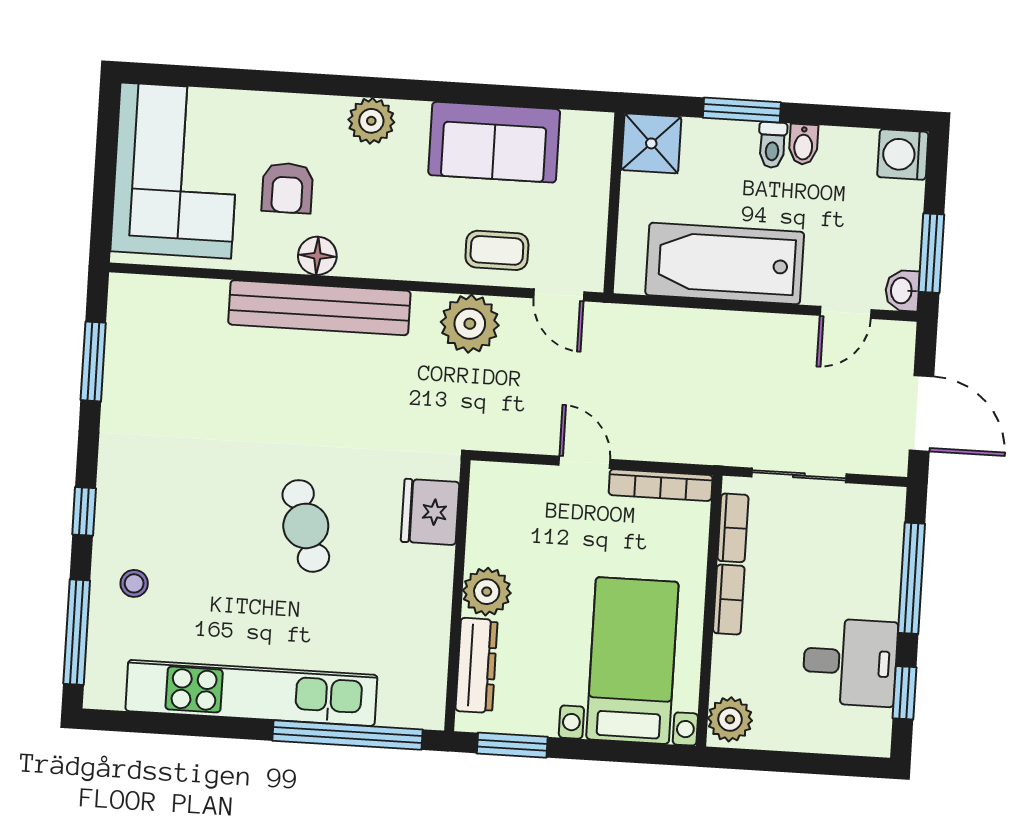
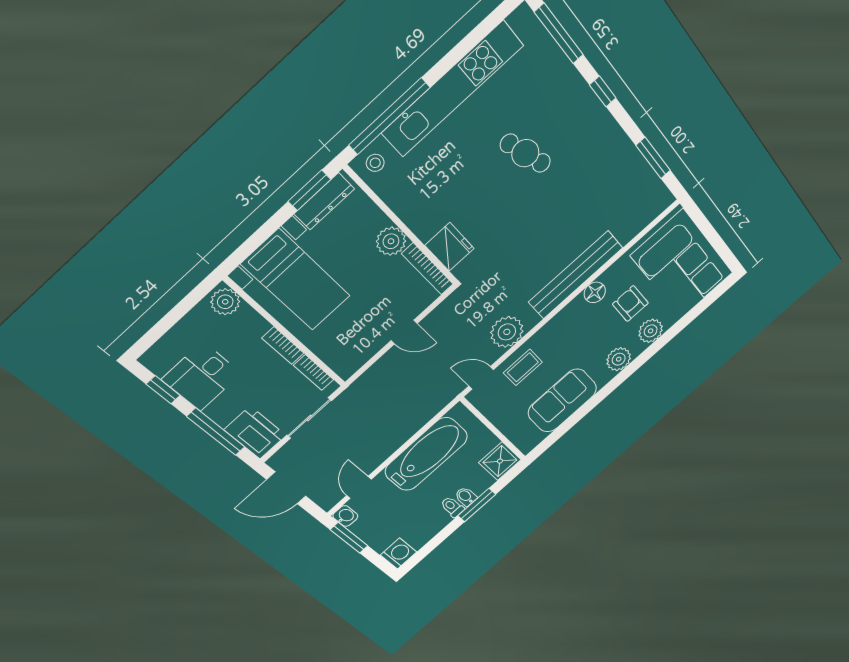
plant: (296, 116) -> (651, 331), added
bidet: (803, 144) -> (466, 496), moved
bookcase: (661, 485) -> (427, 269), moved, turned -90
cafe table: (306, 526) -> (525, 153), moved
printer: (874, 527) -> (255, 433), added
stool: (134, 583) -> (375, 163), moved
dresser: (476, 665) -> (324, 201), moved, turned -90

